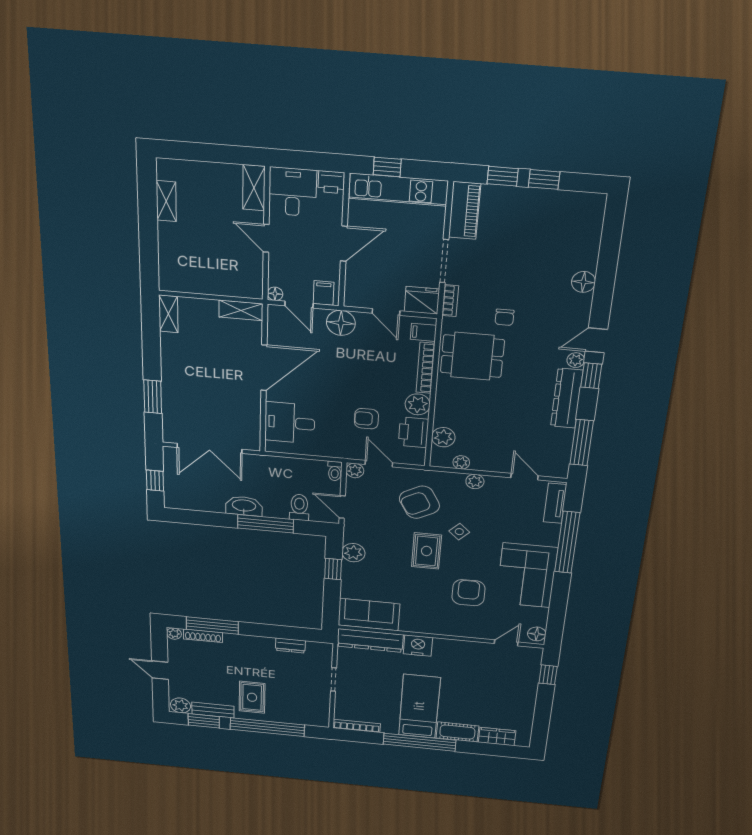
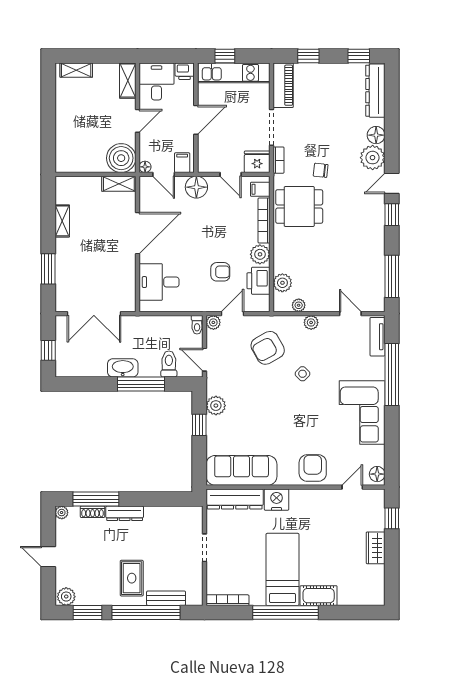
window: (544, 180) -> (359, 56), moved
shelving: (166, 201) -> (76, 70), moved, turned 90
door: (266, 238) -> (137, 121), swing flipped
boiler: (244, 281) -> (121, 158), added
shelving: (168, 314) -> (62, 221), moved
chair: (504, 317) -> (321, 170), turned 96
plant: (576, 360) -> (373, 158), moved, width x1.88, depth x1.88
dresser: (567, 398) -> (375, 91), moved
armchair: (366, 419) -> (220, 272), turned 180
door: (379, 464) -> (232, 314), hinge flipped
rug: (426, 551) -> (277, 397), removed
armchair: (468, 593) -> (313, 468), moved
sofa: (369, 615) -> (242, 470), width x1.36
shoe rack: (203, 636) -> (93, 512), width x0.70
dresser: (290, 645) -> (125, 513), moved, width x1.44
bench: (213, 710) -> (166, 598), moved
wardrobe: (497, 737) -> (376, 548), moved, turned -90

